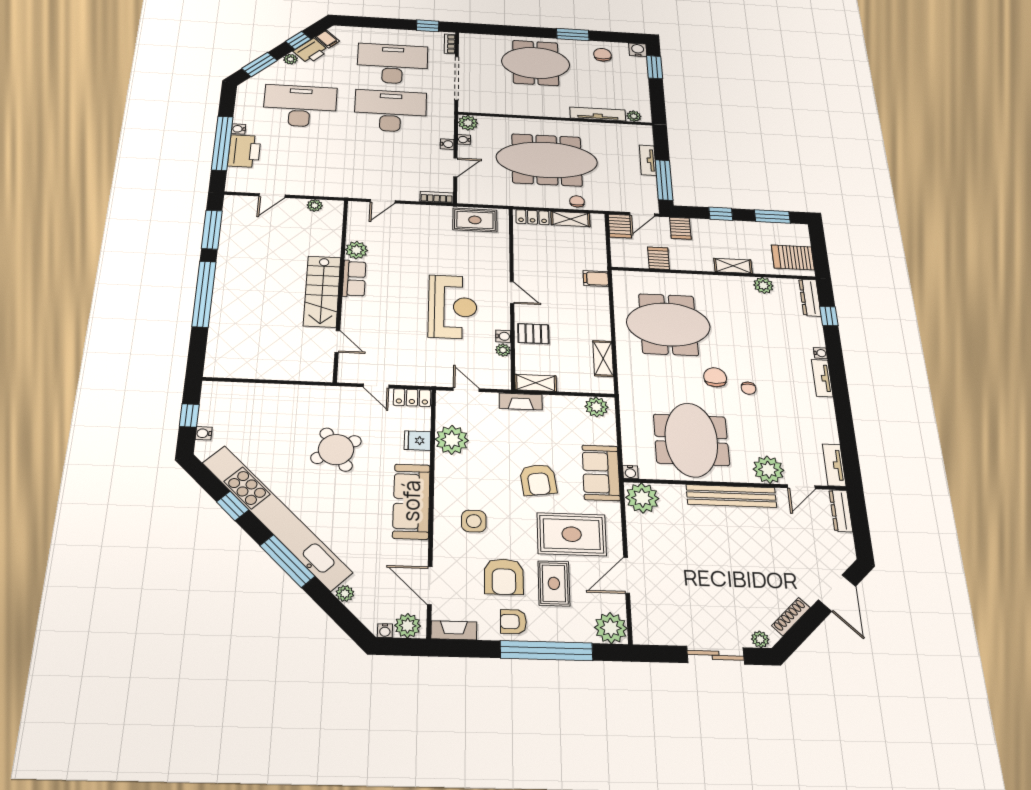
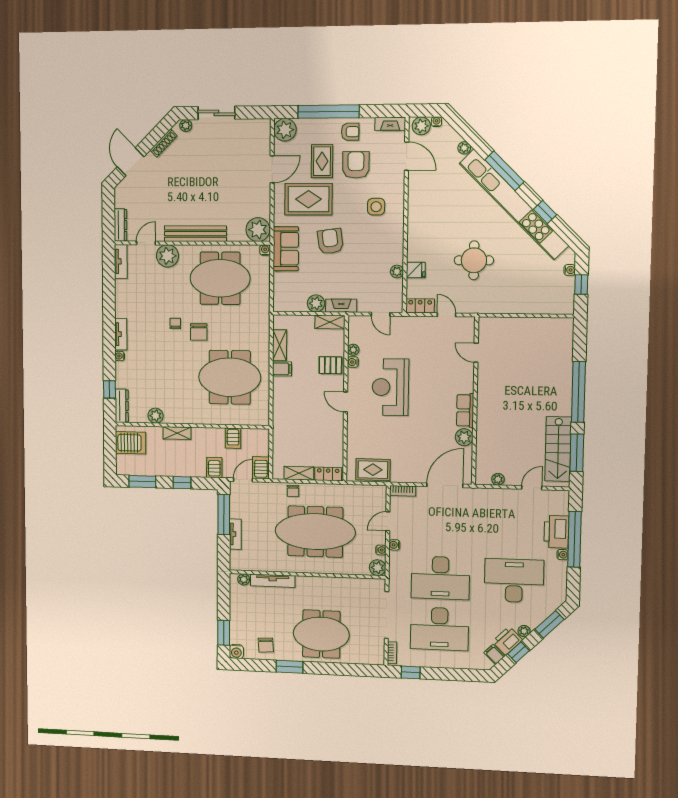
desk: (300, 106) -> (514, 581), turned 180
door: (383, 201) -> (445, 485), width x1.87
filing cabinet: (596, 279) -> (282, 369), moved
stairs: (322, 291) -> (558, 449), moved, turned 180
plant: (596, 407) -> (316, 303), moved
plant: (452, 440) -> (397, 272), width x0.53, depth x0.53
meeting table: (691, 440) -> (220, 278), turned 90
round table: (336, 450) -> (474, 260), turned 30
sofa: (411, 501) -> (420, 221), removed

